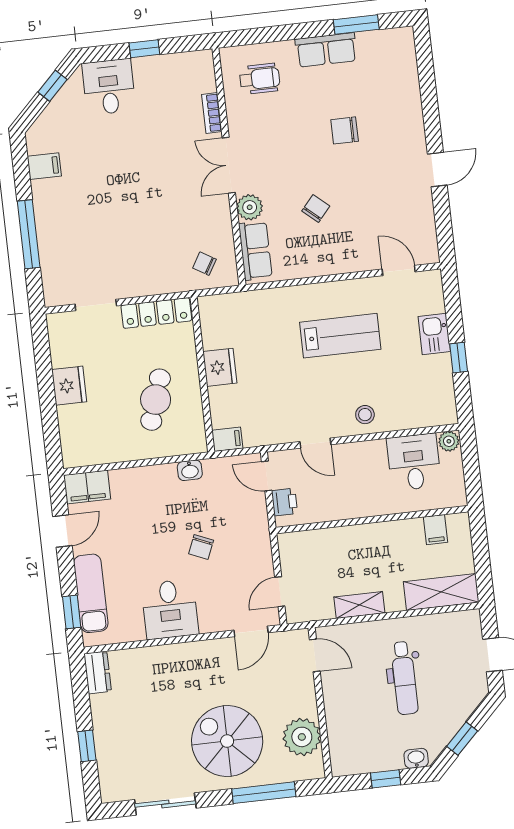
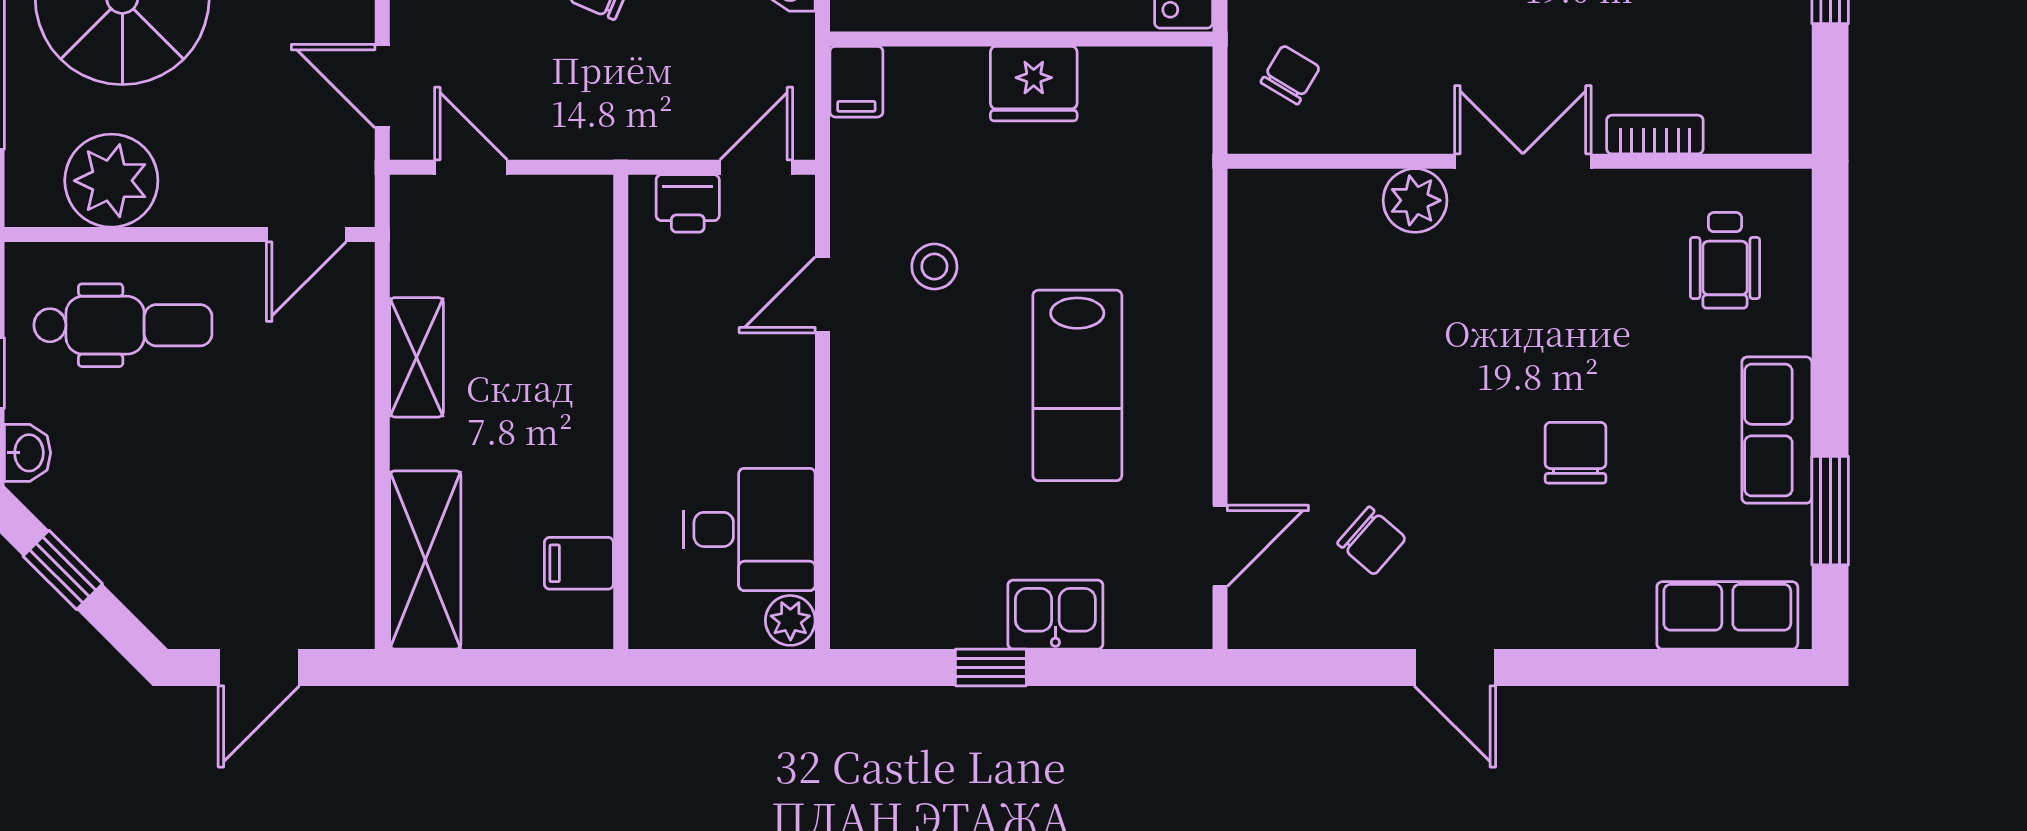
chair: (316, 208) -> (1372, 541), moved
row of seats: (255, 251) -> (1727, 615), moved, turned 180
stool: (365, 415) -> (934, 267), moved
dental chair: (404, 678) -> (123, 325), moved, turned 180

